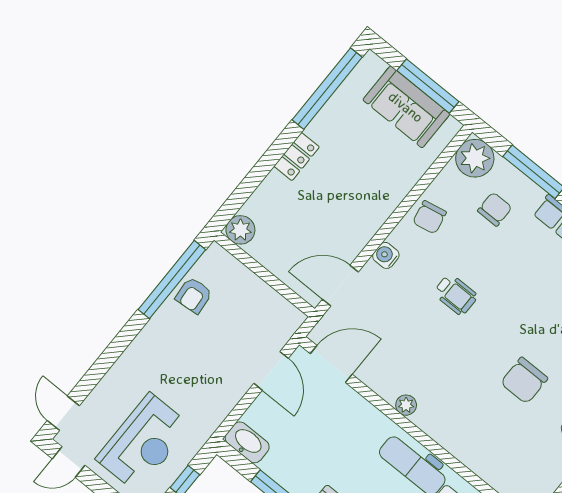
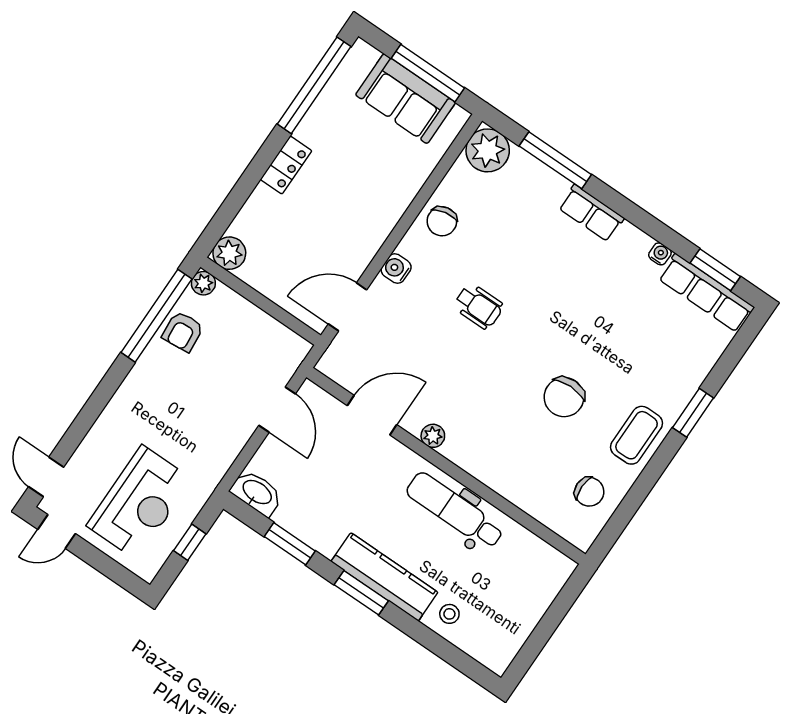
chair: (495, 209) -> (589, 492), moved, turned 90
plant: (215, 254) -> (203, 283), added
door: (331, 364) -> (372, 415), moved

